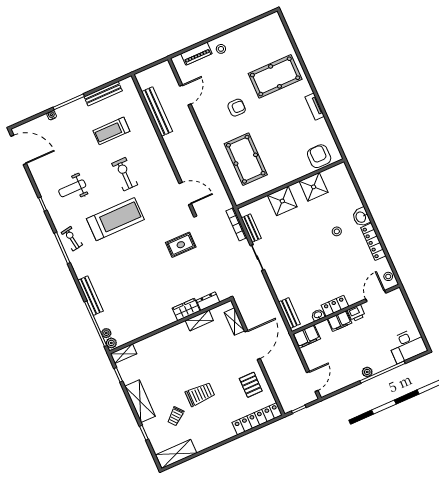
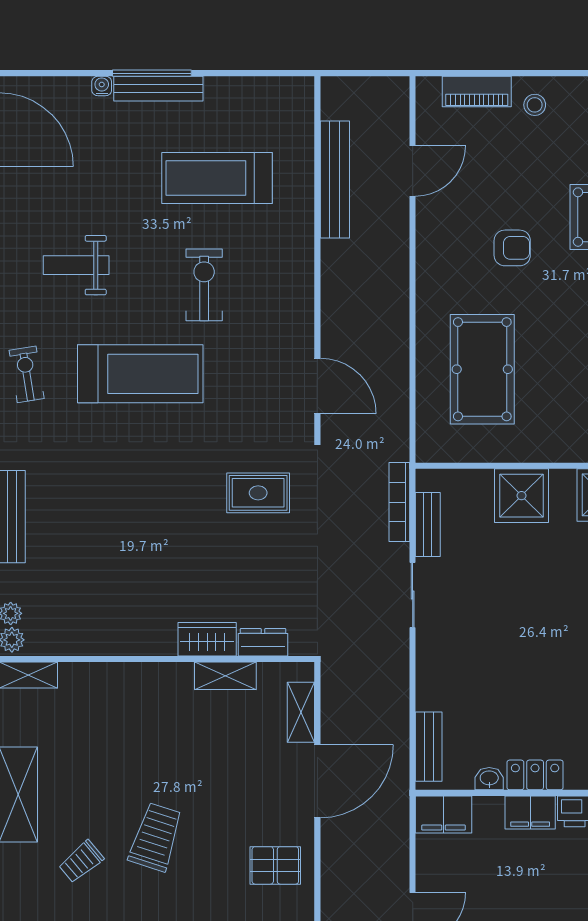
bench: (103, 94) -> (158, 89), moved
treadmill: (111, 131) -> (217, 178), width x1.37, depth x1.38
pallet: (251, 385) -> (275, 865), turned 90
trolley: (200, 394) -> (156, 837), turned -72

